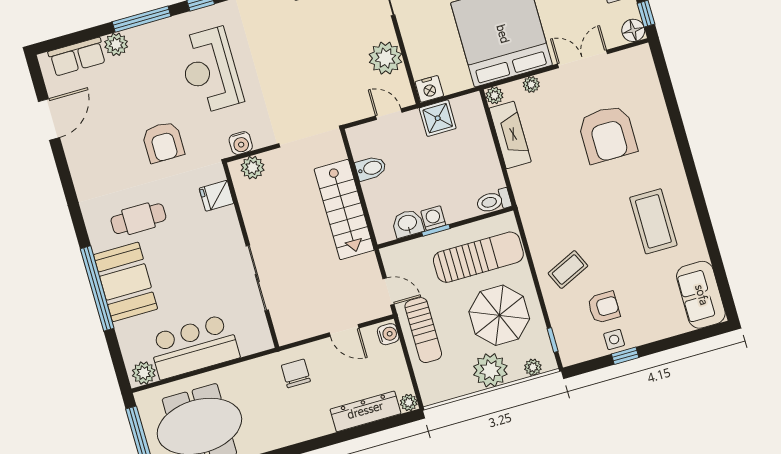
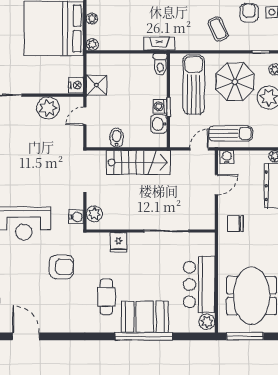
fireplace: (510, 135) -> (159, 44), moved, width x0.73, depth x0.76
fridge: (216, 196) -> (119, 242), moved

